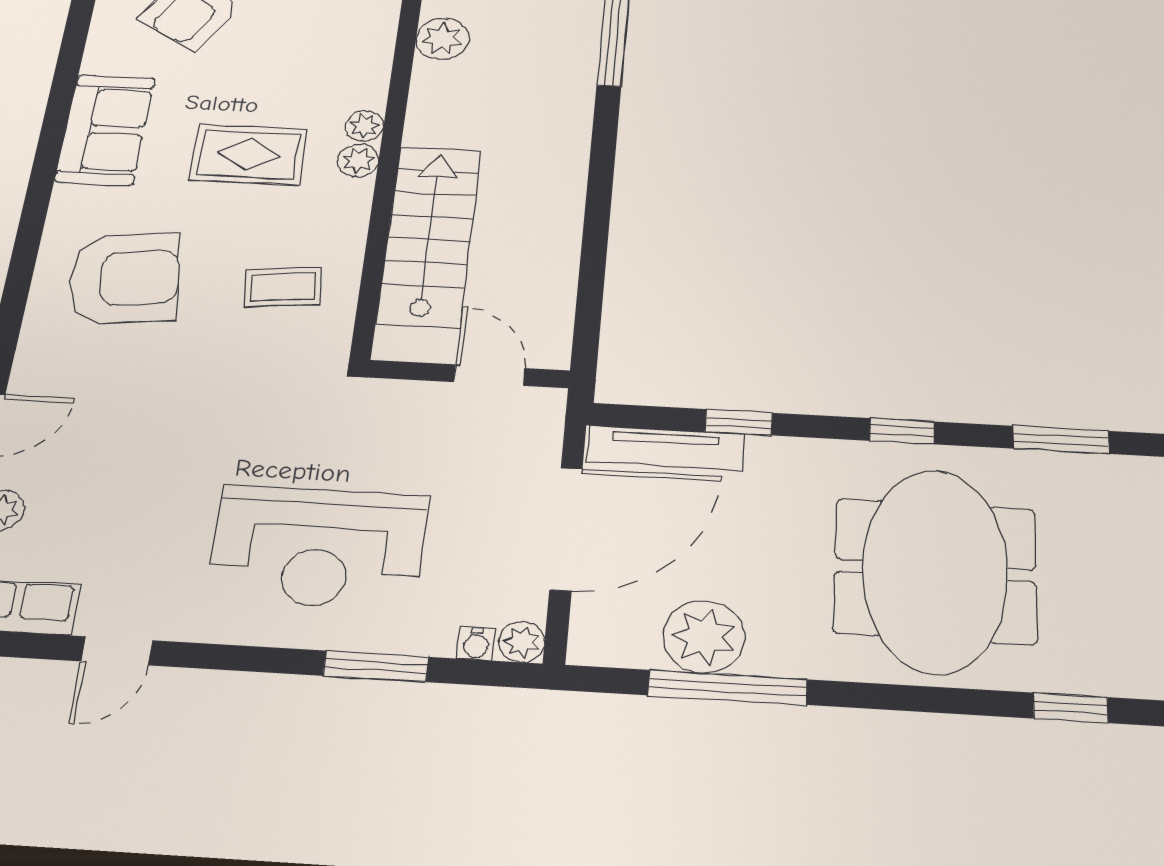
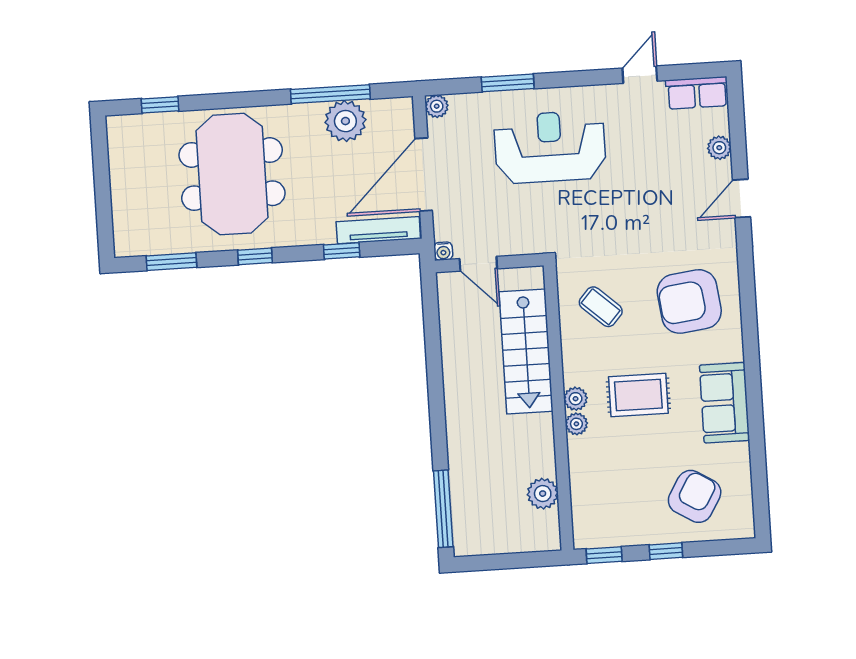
coffee table: (283, 287) -> (601, 307), turned 48
water cooler: (476, 644) -> (443, 251), moved, turned 180

